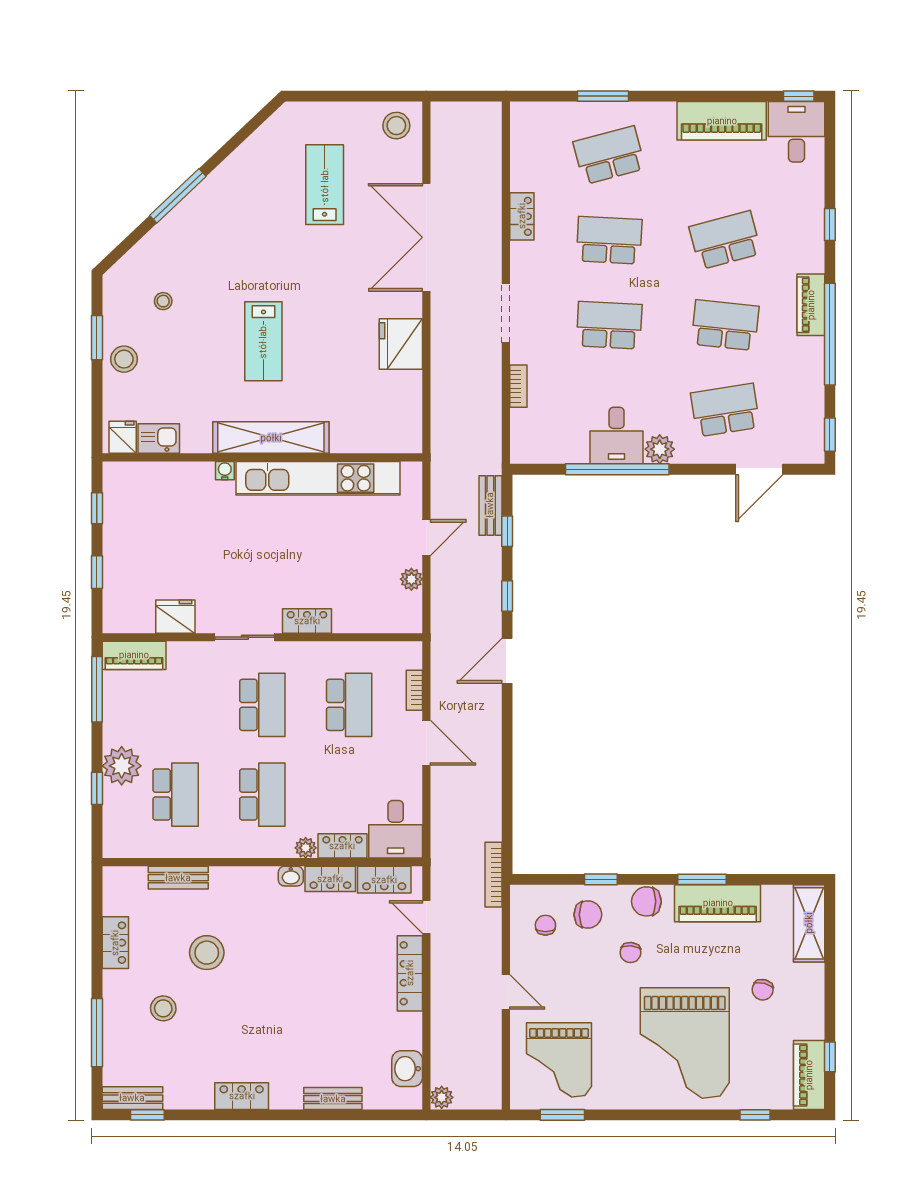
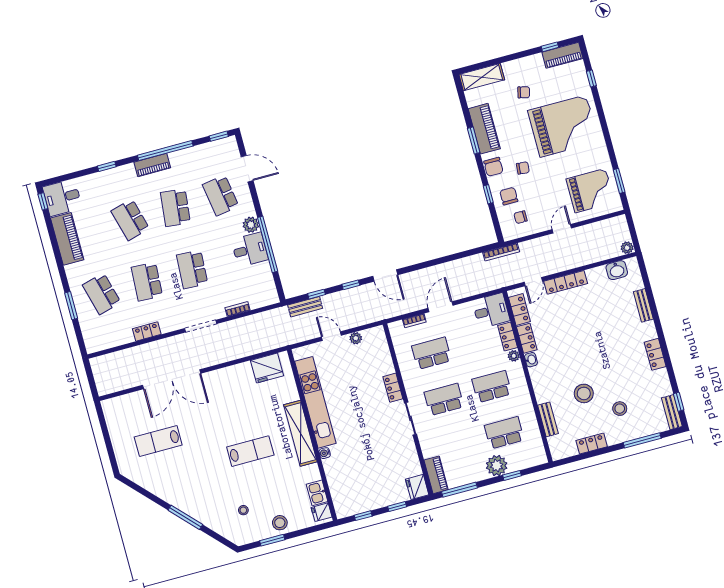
stool: (396, 126) -> (116, 411), removed
fridge: (401, 344) -> (267, 368), moved
fridge: (175, 617) -> (417, 487), moved

